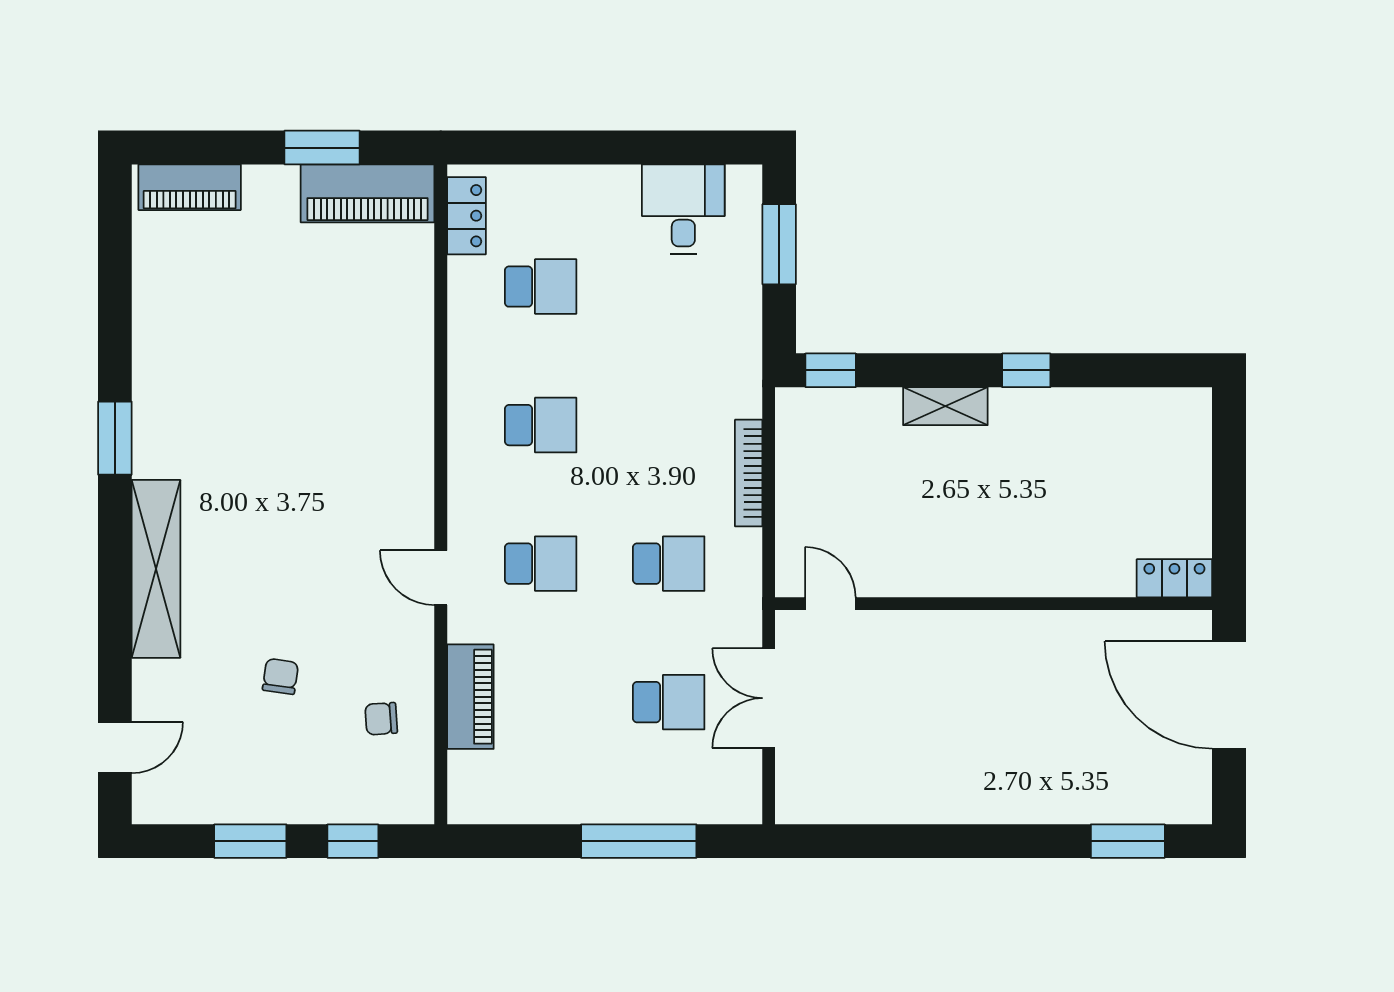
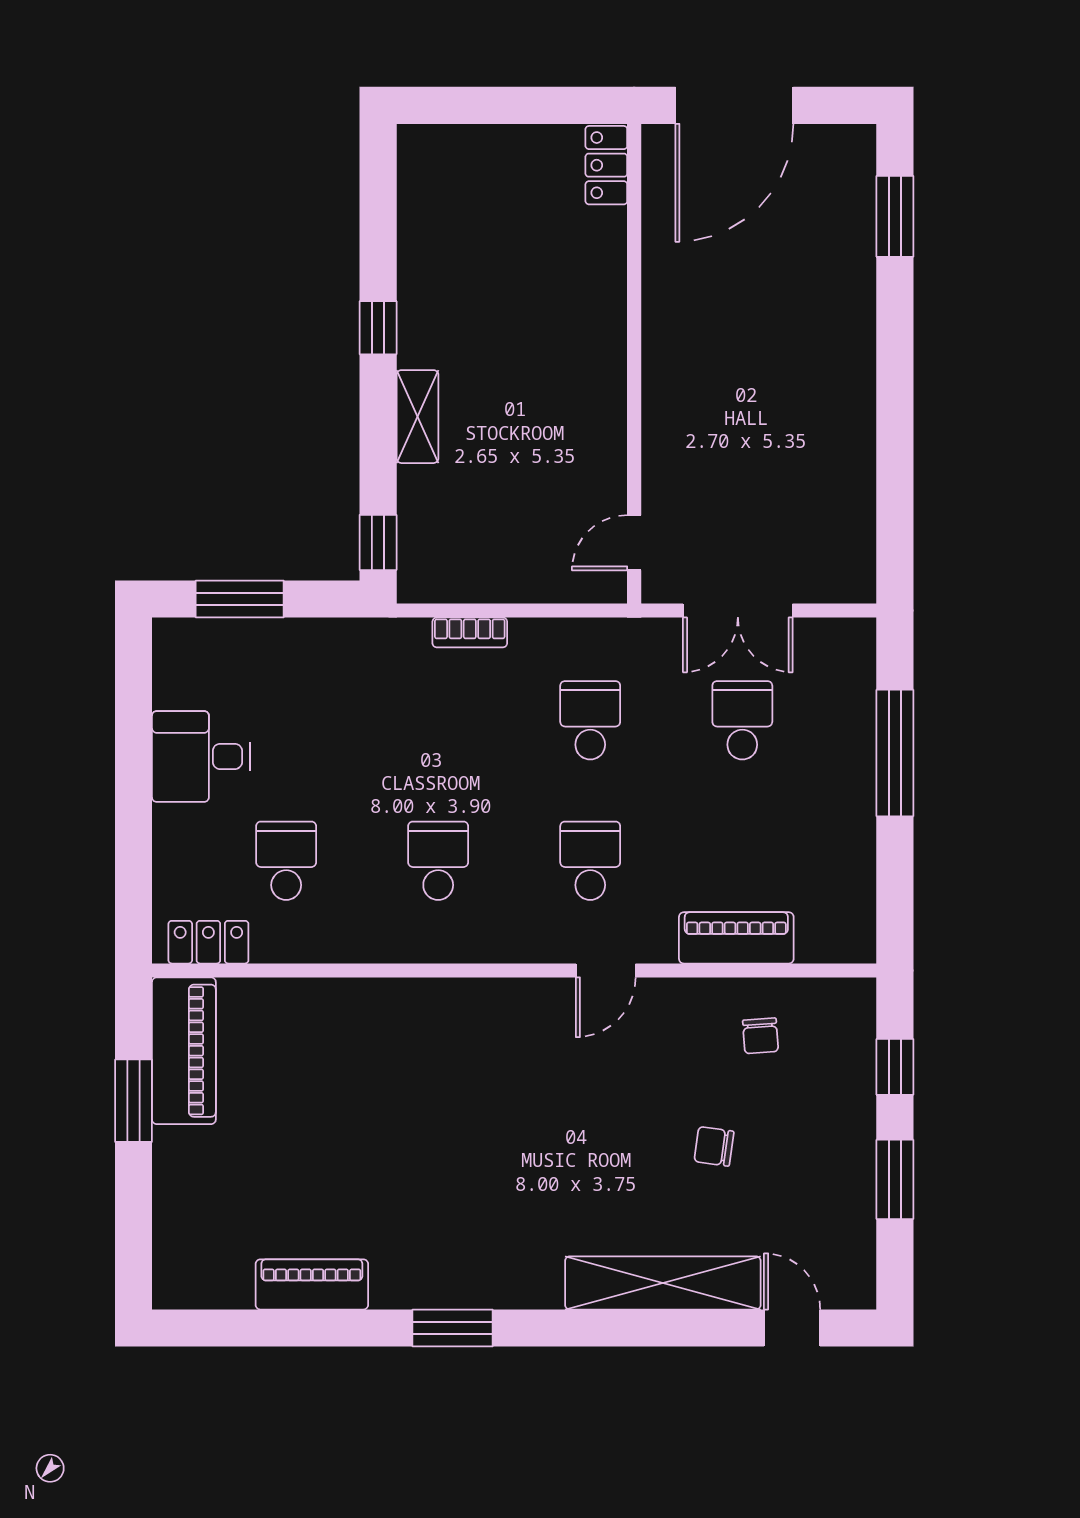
piano: (190, 187) -> (312, 1284), moved, turned -90
desk: (683, 209) -> (201, 756), moved
bookcase: (749, 473) -> (470, 632), width x0.64
shelving: (156, 569) -> (663, 1283), moved

